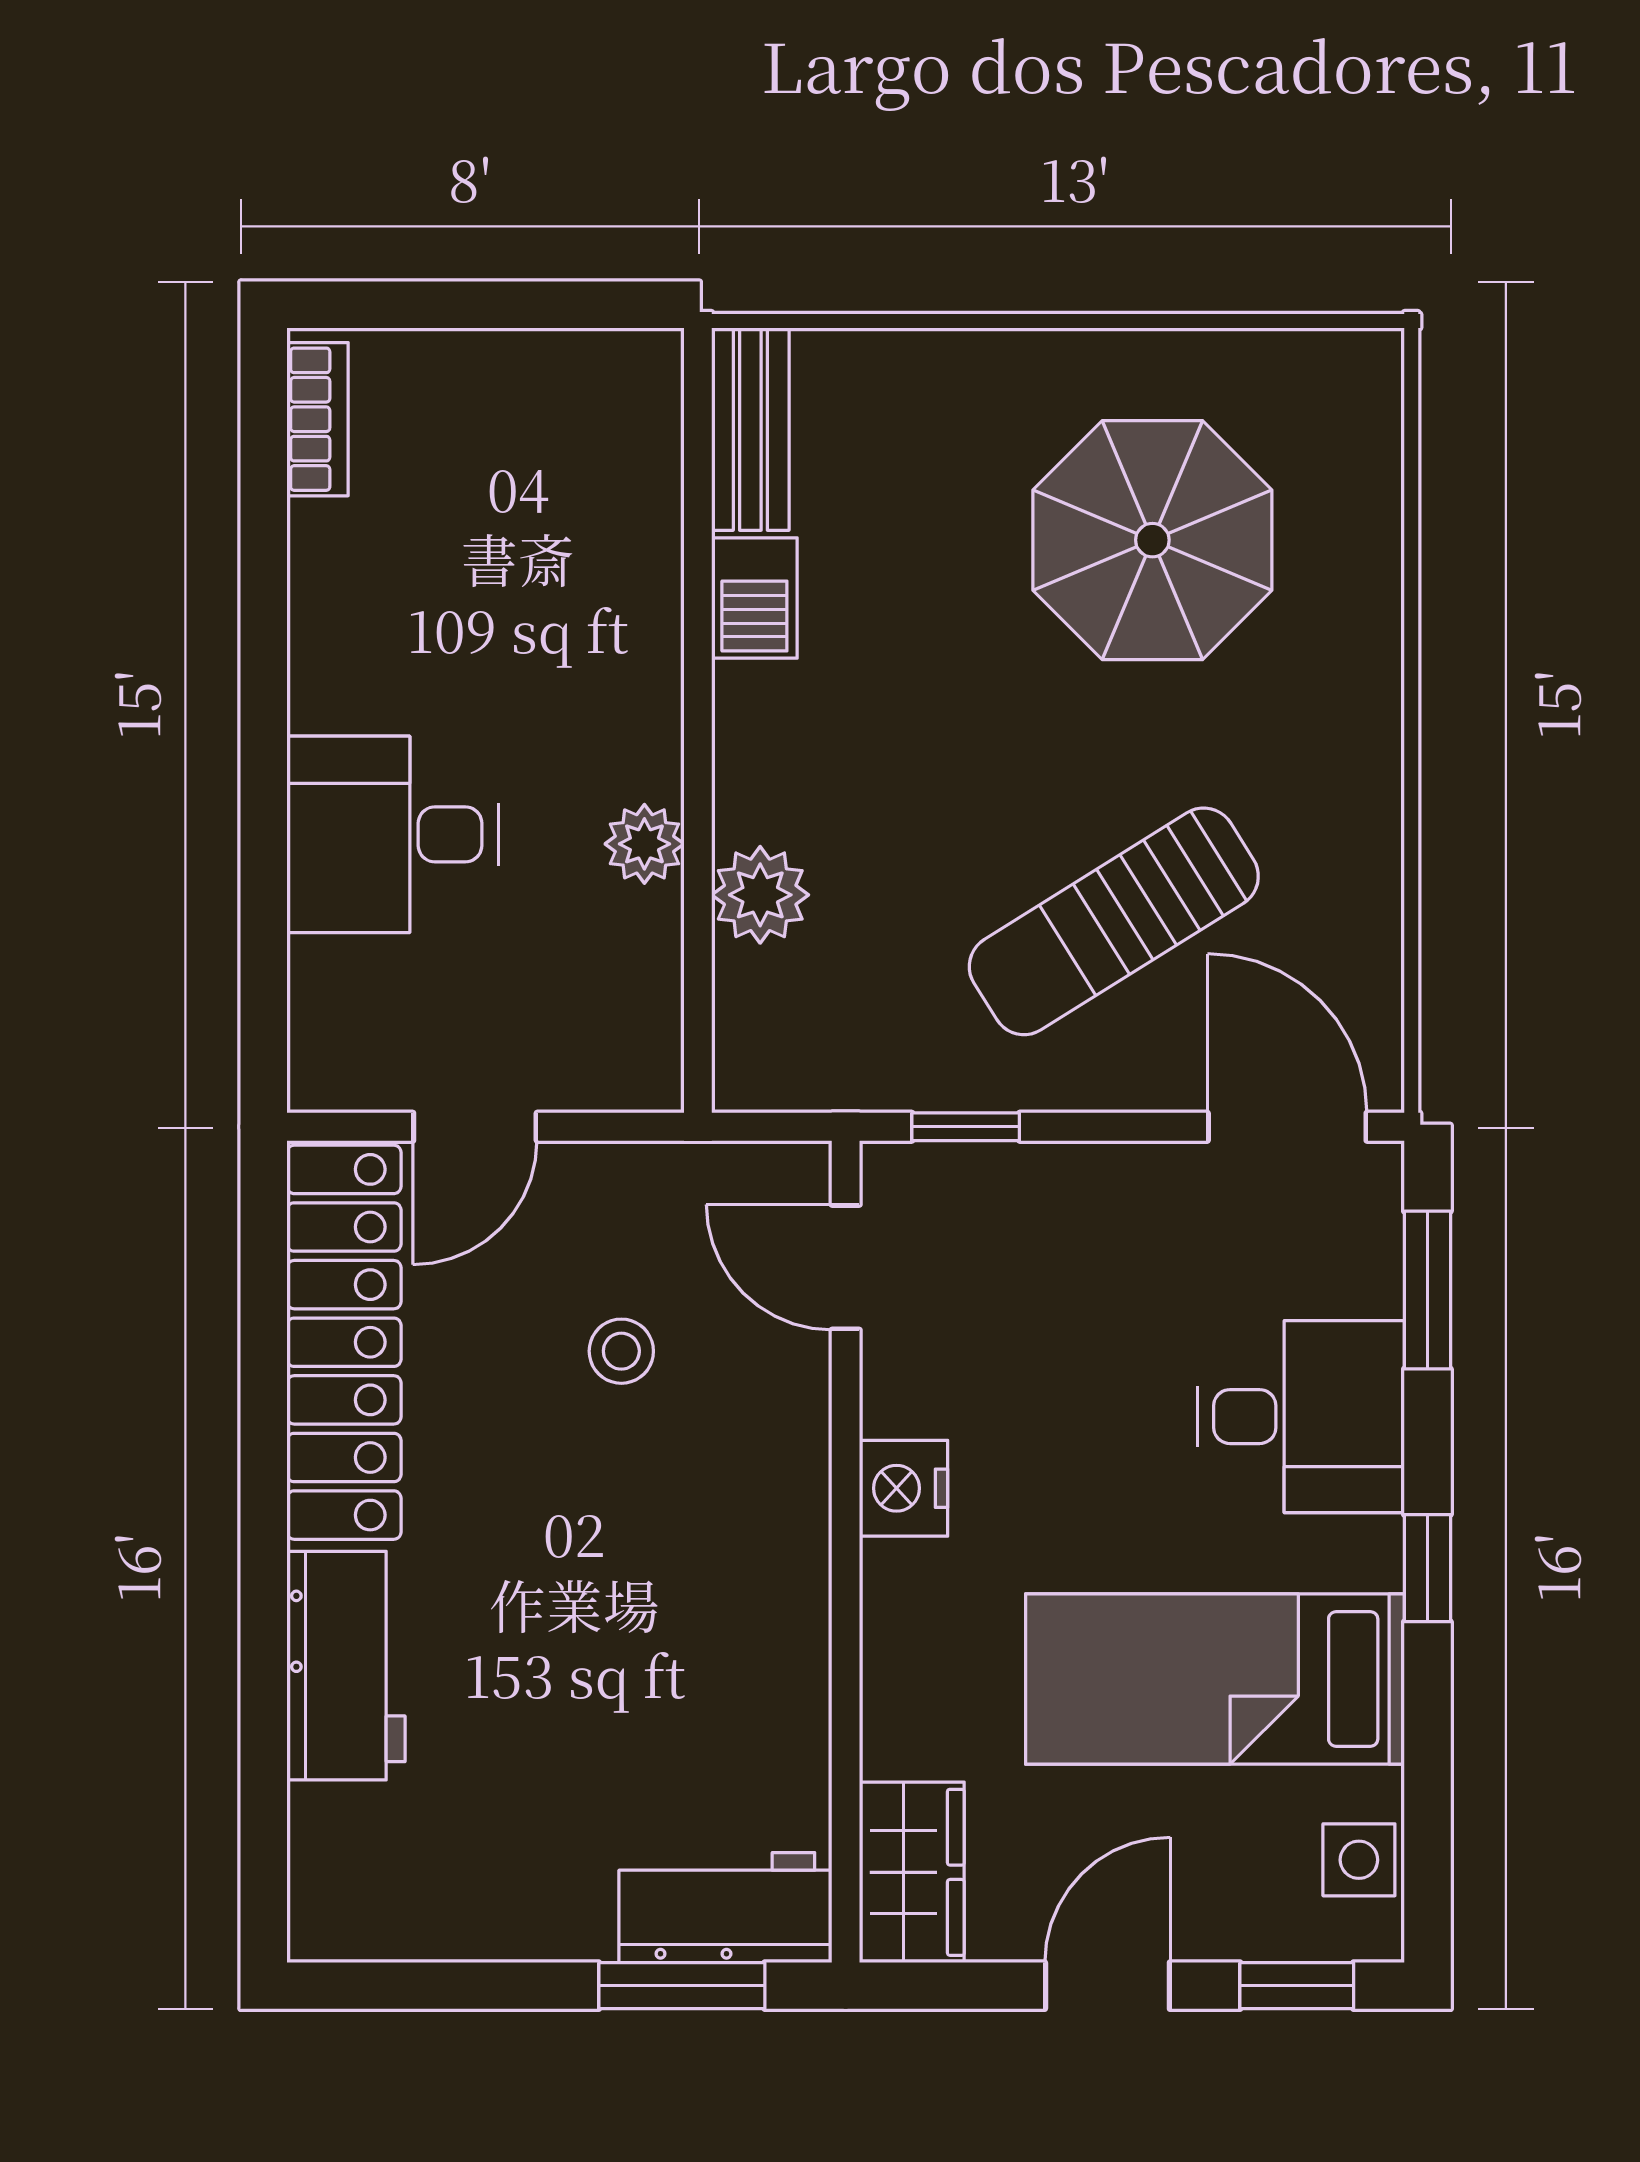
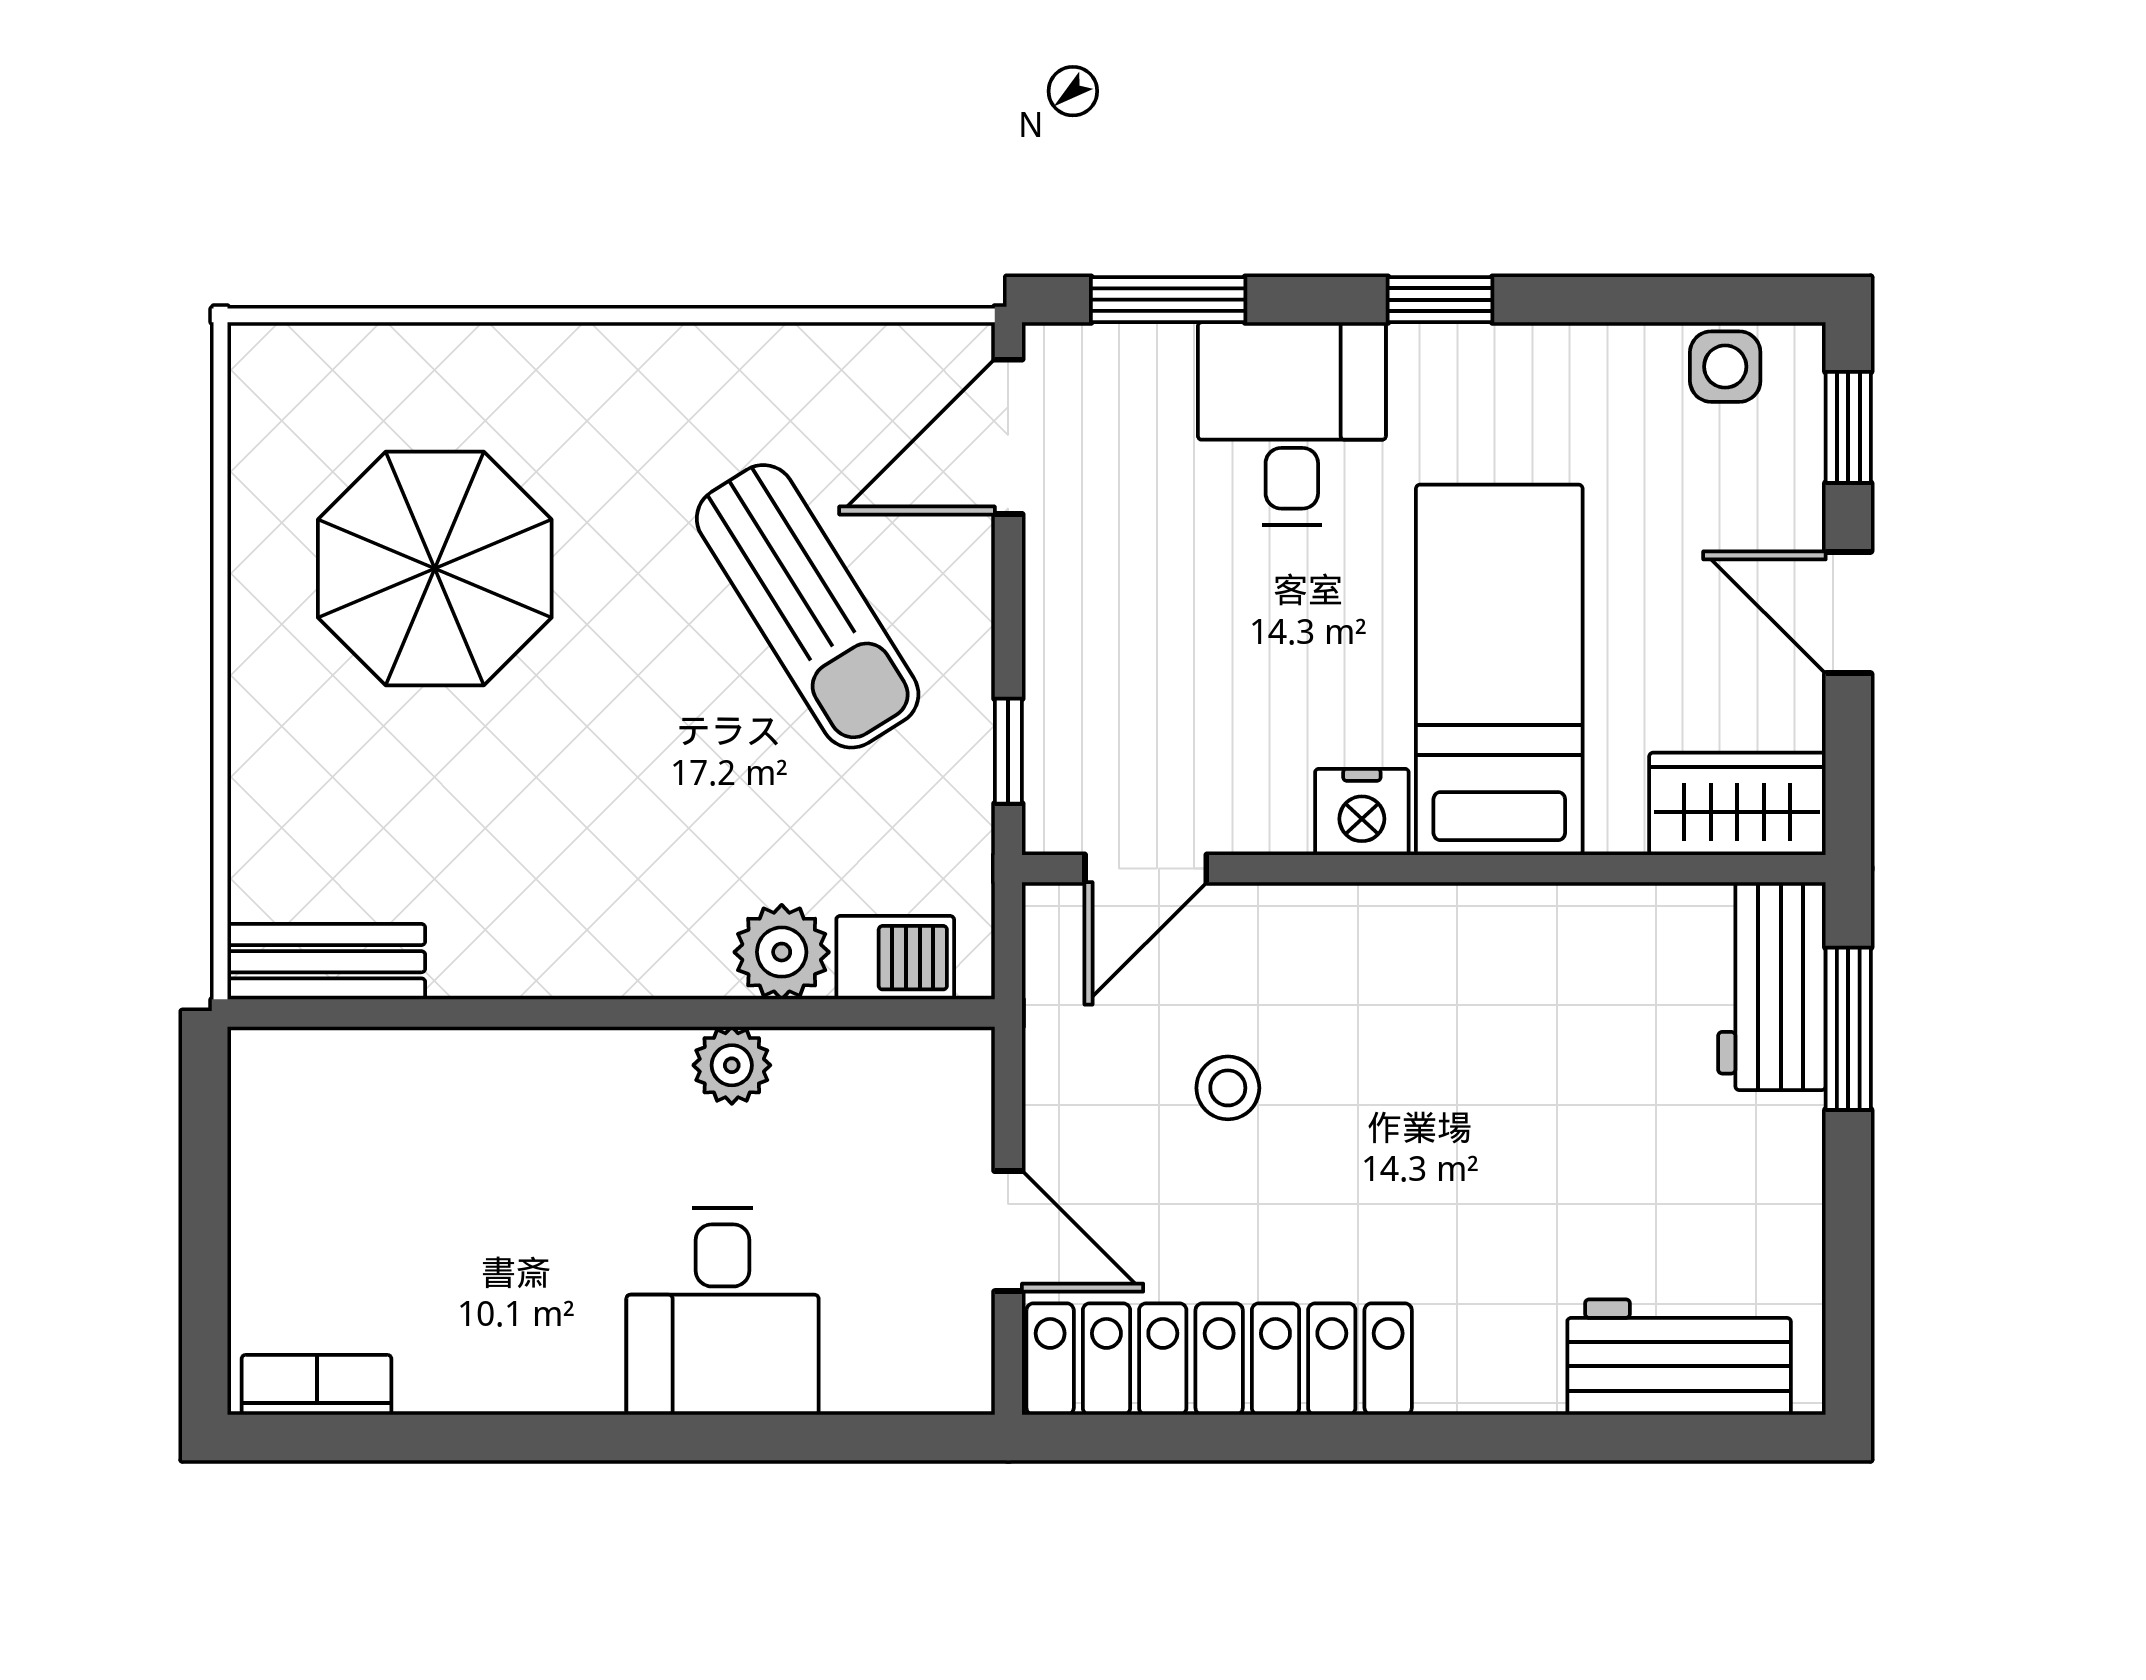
barbecue: (754, 598) -> (895, 958), moved
workbench: (346, 1666) -> (1679, 1357), moved
bed: (1215, 1679) -> (1499, 670), moved, turned 180

